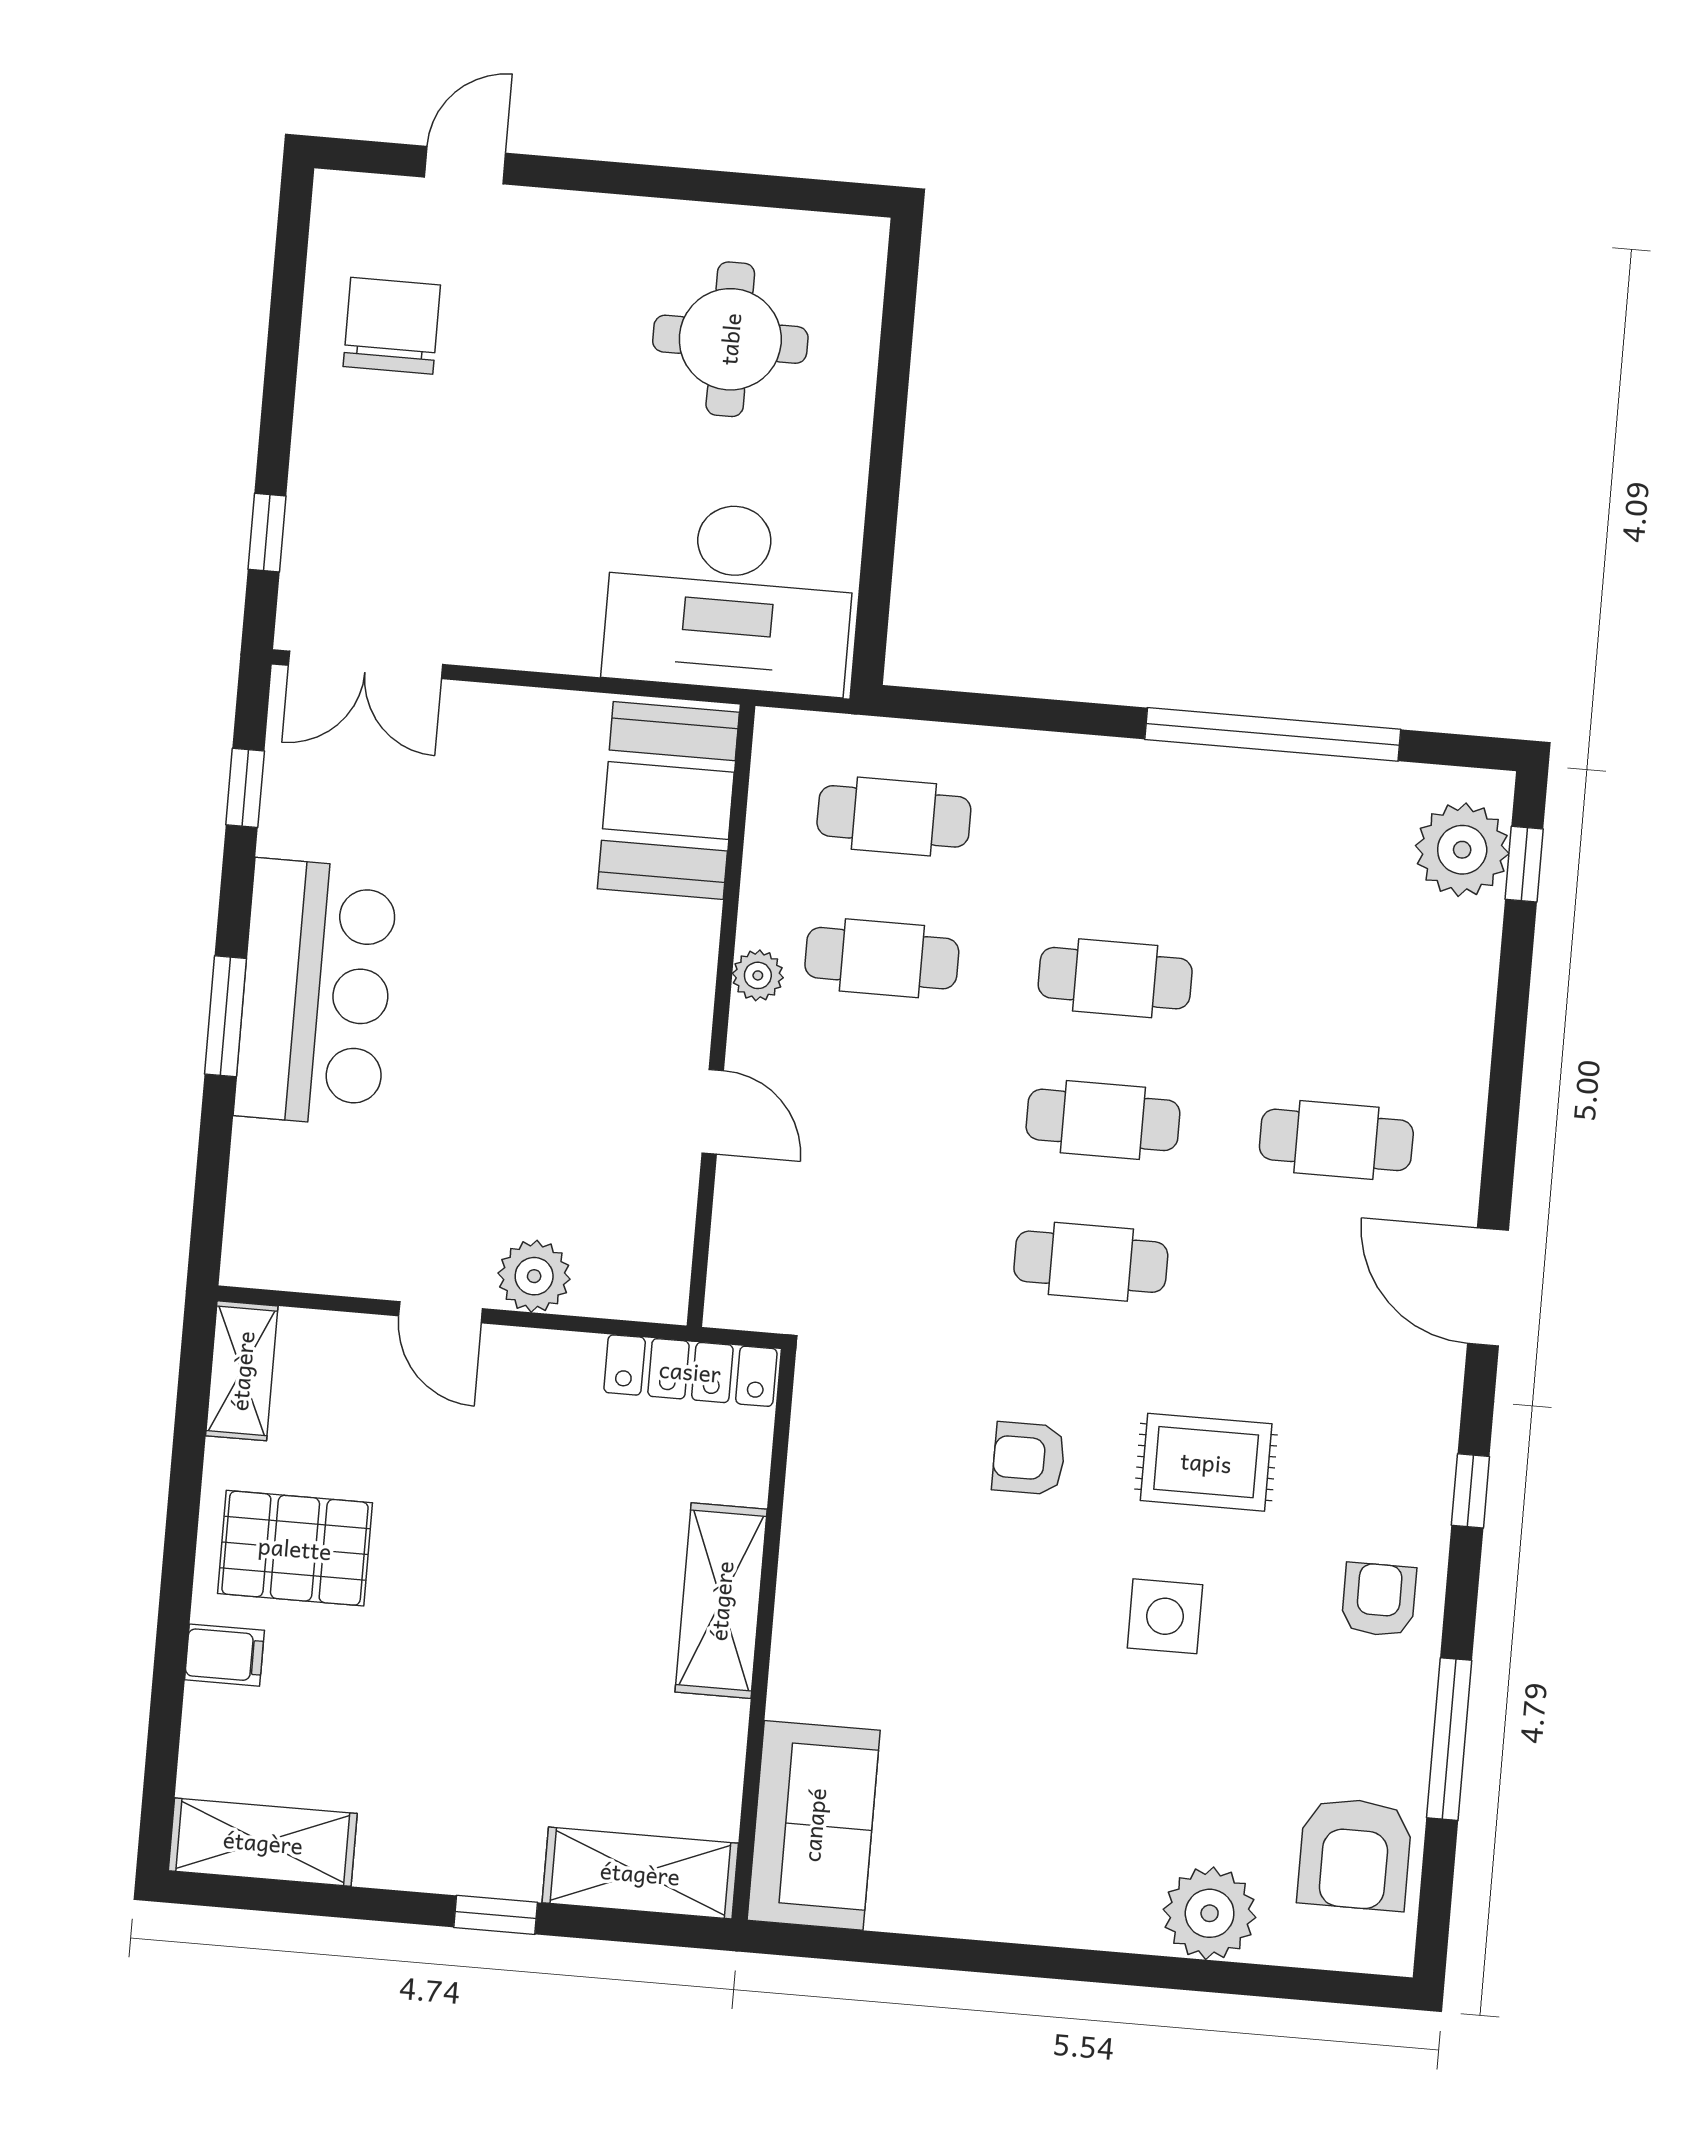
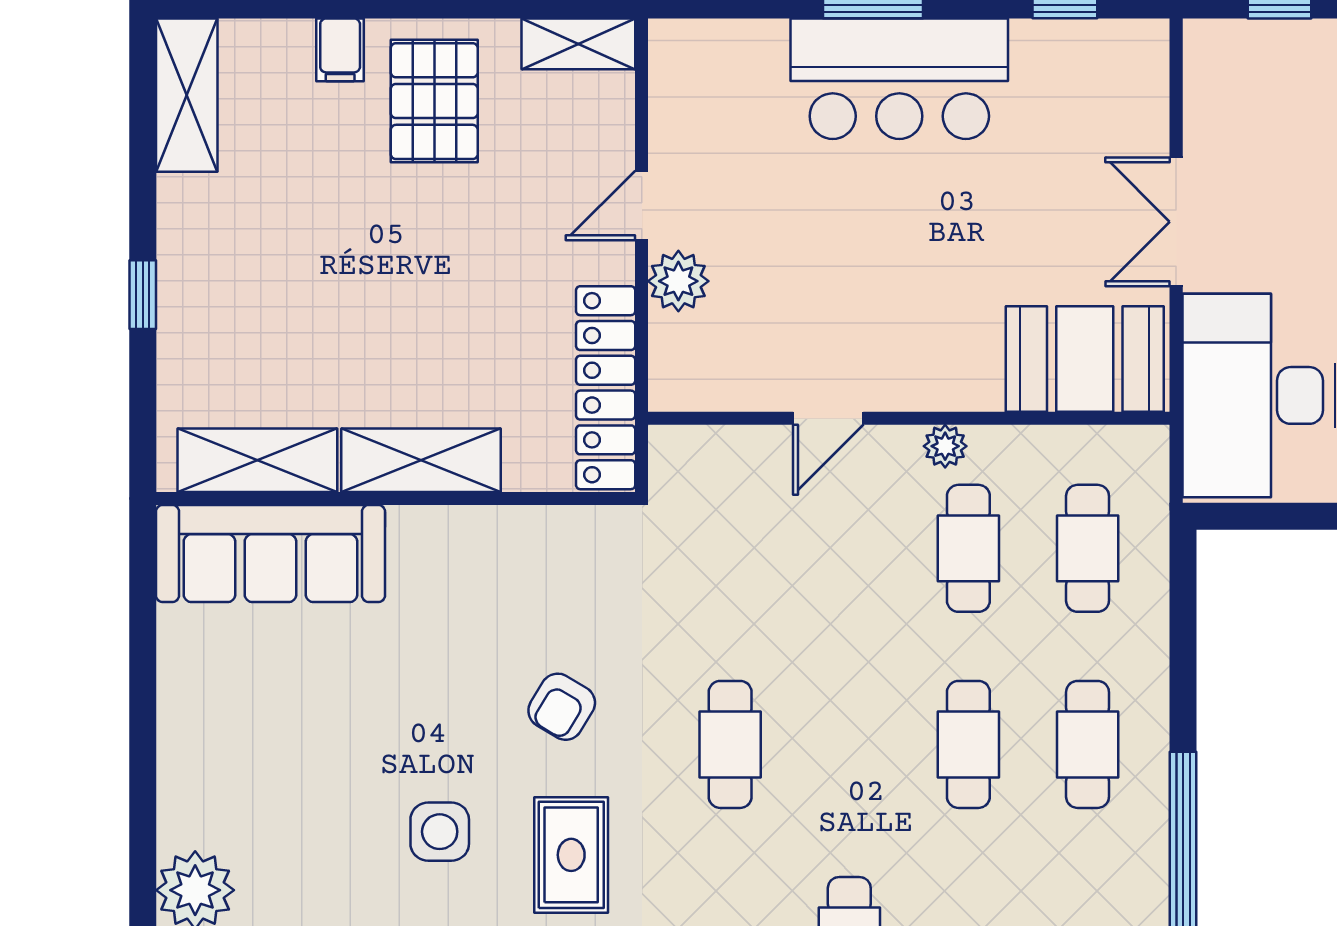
double door: (365, 665) -> (1176, 222), moved
cafe table: (1103, 1120) -> (1088, 744), moved
locker: (690, 1371) -> (606, 388), width x1.41, depth x1.21
armchair: (1029, 1458) -> (562, 707), turned -149
sofa: (814, 1825) -> (270, 554), width x1.36
shelving: (640, 1873) -> (257, 460), moved, turned 90

